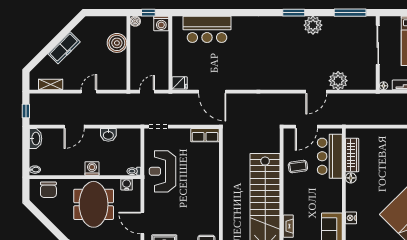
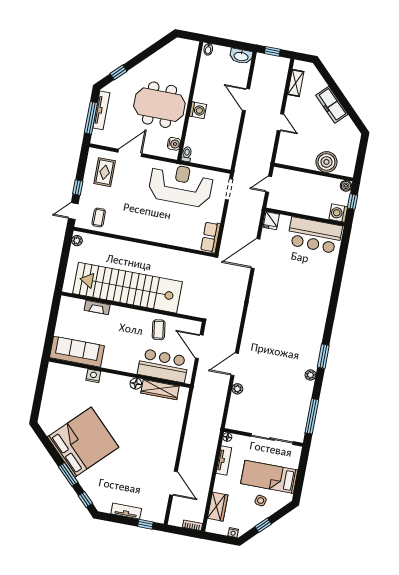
plant: (313, 25) -> (310, 375), width x0.53, depth x0.53
bar counter: (207, 29) -> (315, 235), moved, turned -90
plant: (338, 81) -> (237, 389), width x0.53, depth x0.53
door: (147, 92) -> (269, 184), swing flipped
door: (316, 92) -> (235, 364), hinge flipped
washbasin: (108, 135) -> (230, 134), removed
reception desk: (163, 171) -> (181, 185), width x1.36, depth x1.30
chair: (48, 190) -> (184, 60), removed

